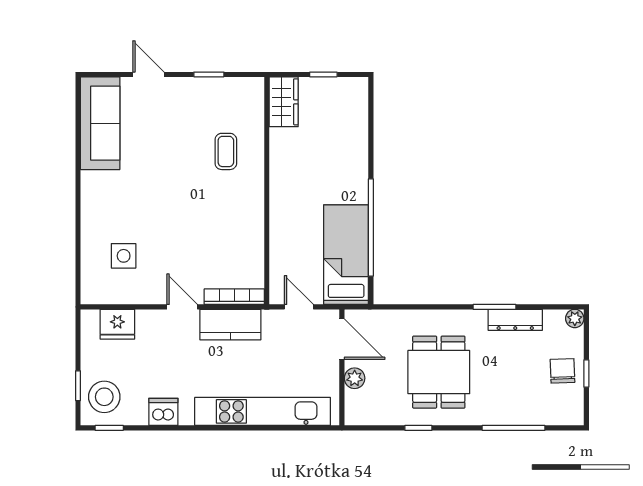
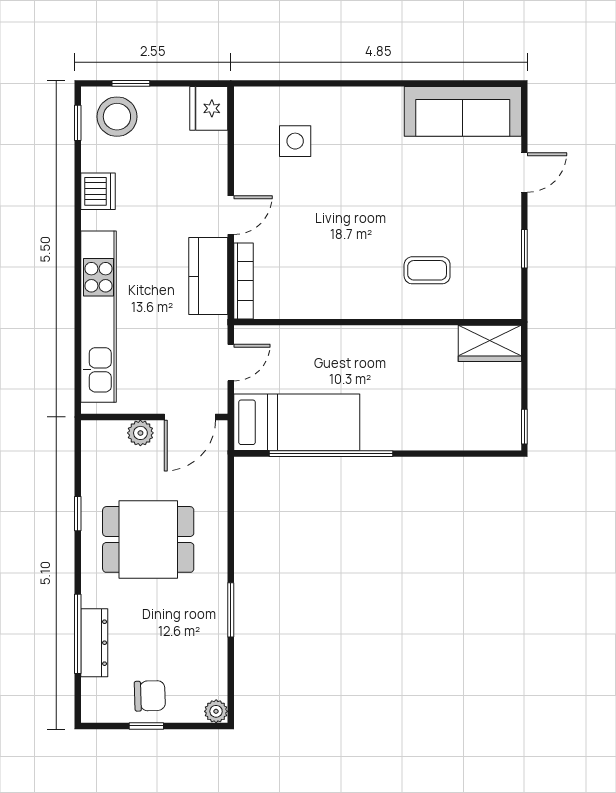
window: (323, 74) -> (524, 427), moved
dresser: (515, 320) -> (94, 643), moved, turned 180
fridge: (117, 324) -> (209, 108), moved

